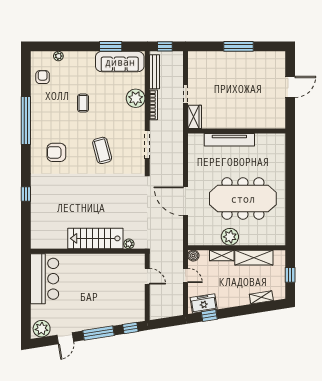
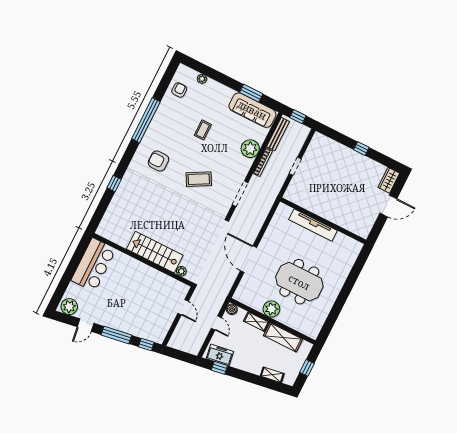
window: (238, 46) -> (361, 149), width x0.46
wardrobe: (195, 117) -> (389, 180), moved, turned 180
coffee table: (102, 150) -> (199, 179), turned 76
meeting table: (243, 199) -> (299, 282), width x0.73

